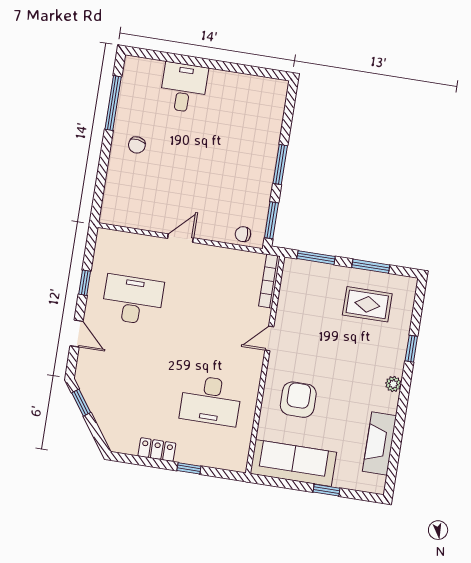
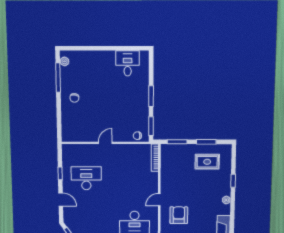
plant: (130, 75) -> (65, 61), added
desk: (184, 88) -> (128, 63), moved
door: (269, 338) -> (159, 200), moved

